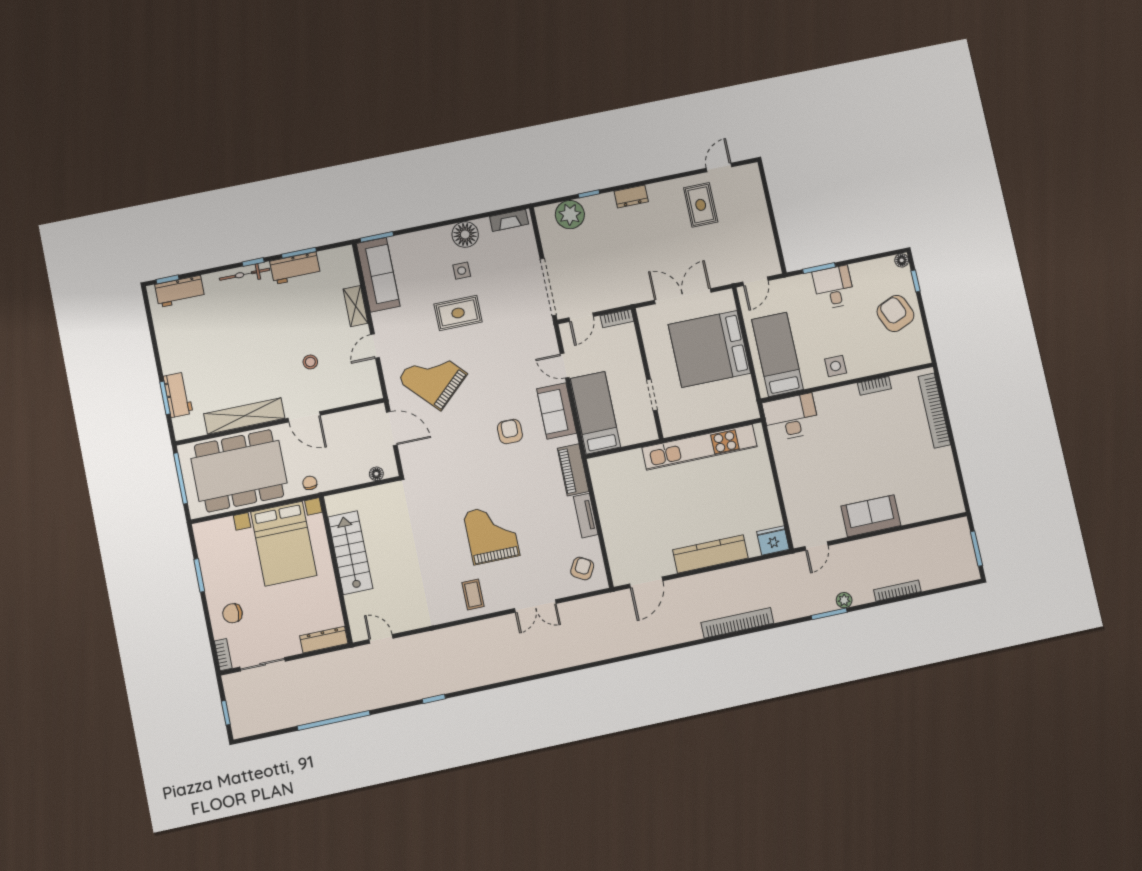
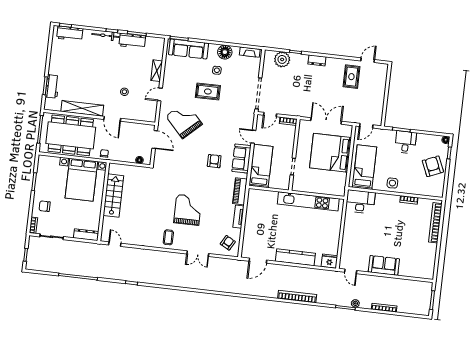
sofa: (378, 275) -> (189, 49), moved, turned 90
door: (816, 546) -> (351, 271), hinge flipped

